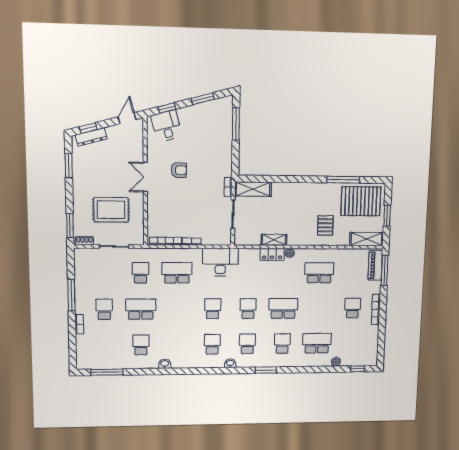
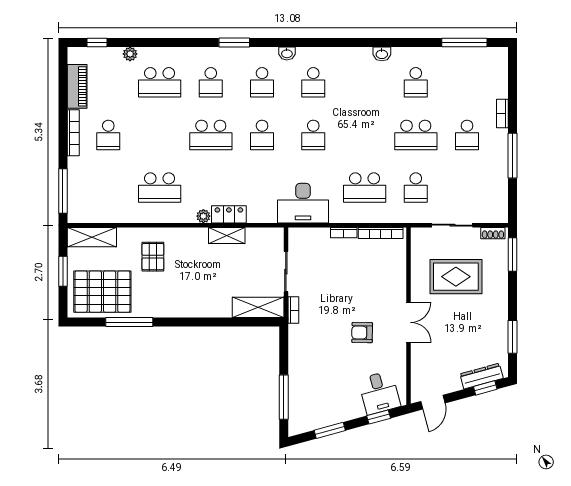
piano: (375, 265) -> (77, 86), moved

